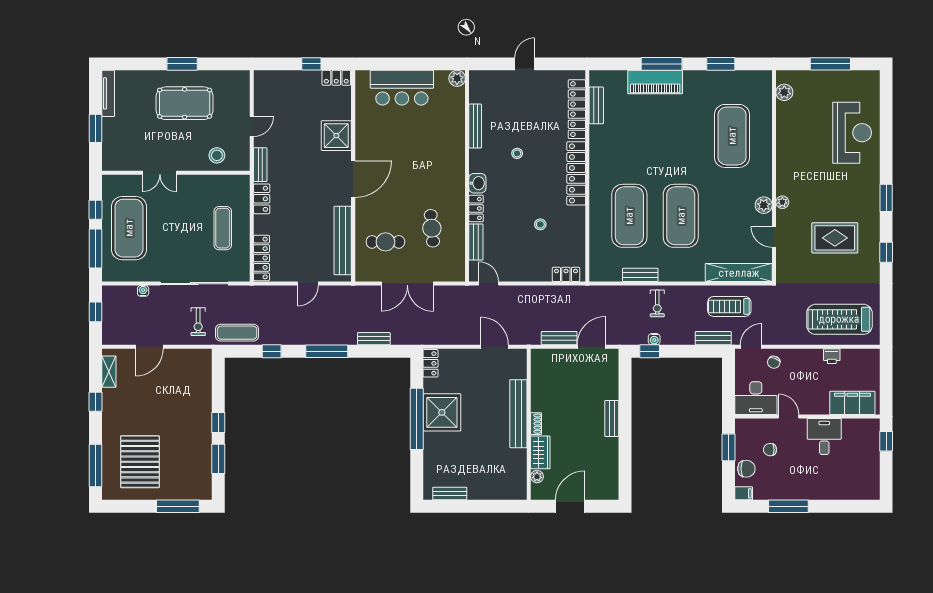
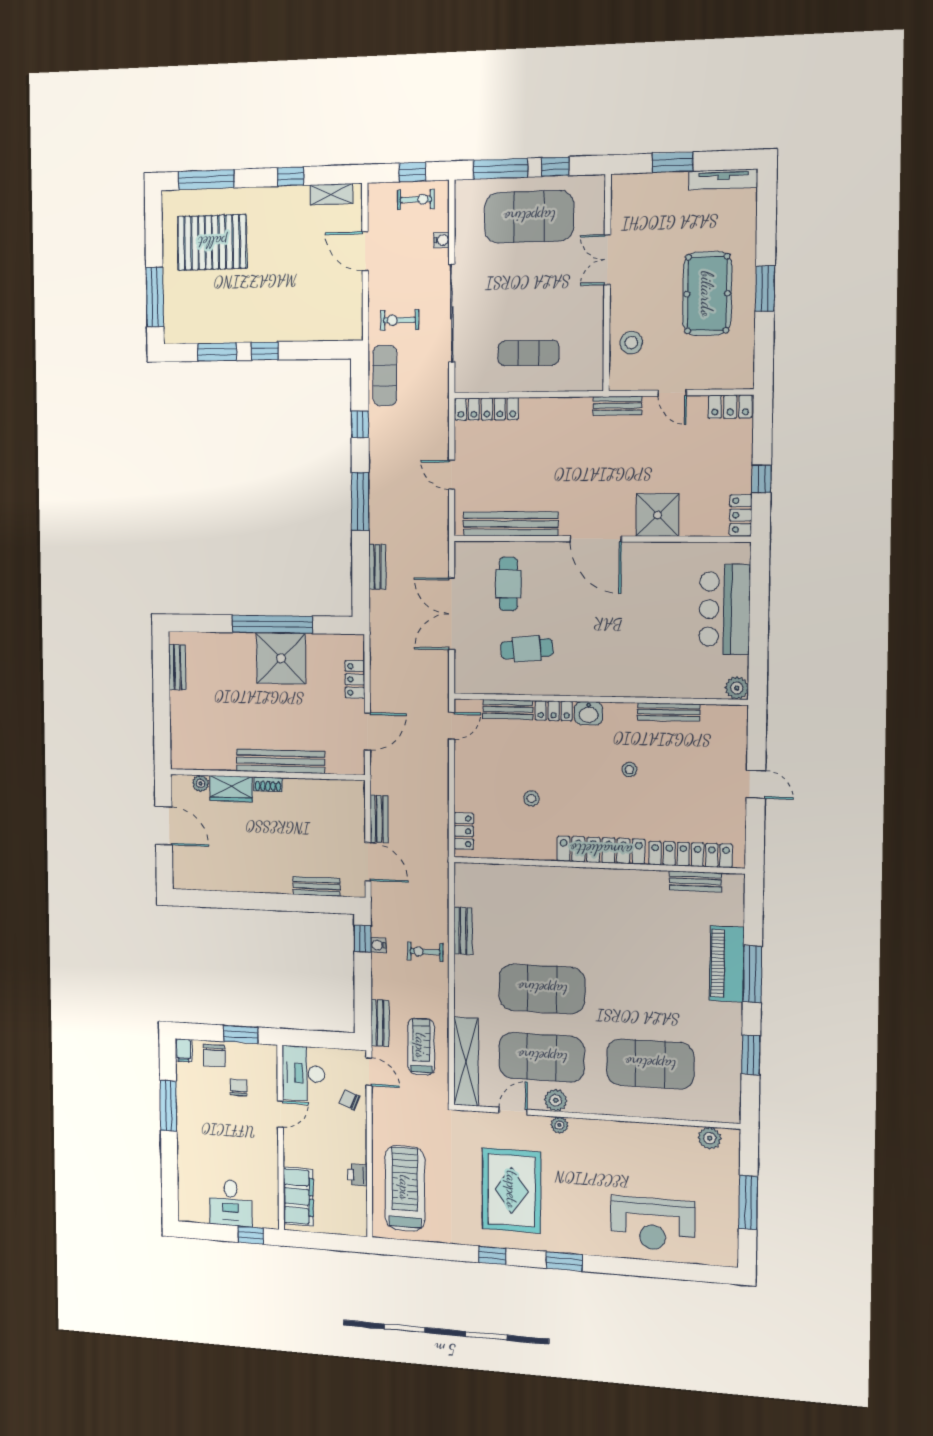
locker: (262, 199) -> (730, 407), moved
exercise mat: (629, 216) -> (542, 1057), moved
rug: (835, 238) -> (512, 1190), width x1.37, depth x1.44
exercise bike: (115, 310) -> (416, 199), added
locker: (430, 363) -> (355, 679), moved, turned 90
bench: (612, 418) -> (317, 886), moved
desk: (824, 436) -> (231, 1203), moved, turned 90

